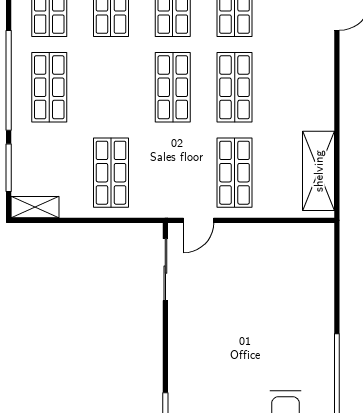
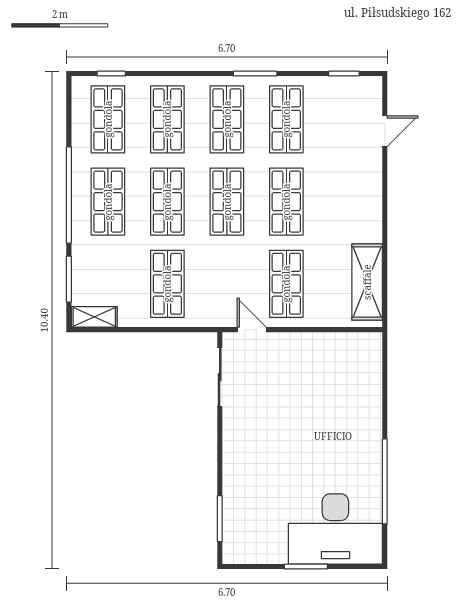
shop shelf: (111, 87) -> (167, 202), added
door: (199, 220) -> (252, 330), swing flipped

